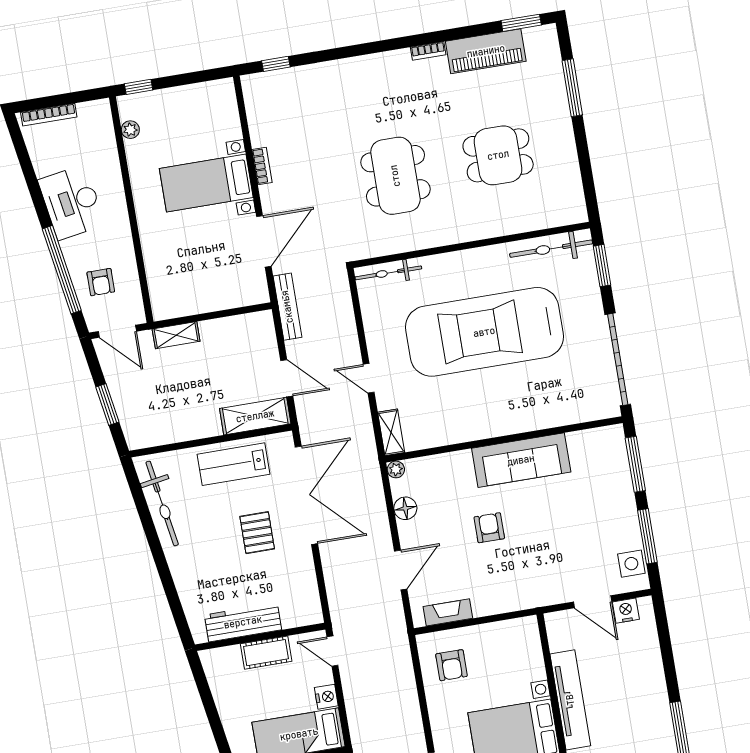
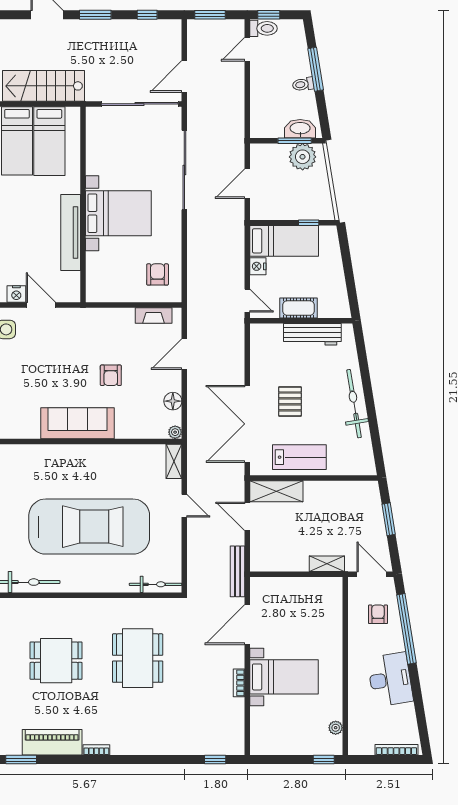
bicycle: (162, 503) -> (354, 404), moved

